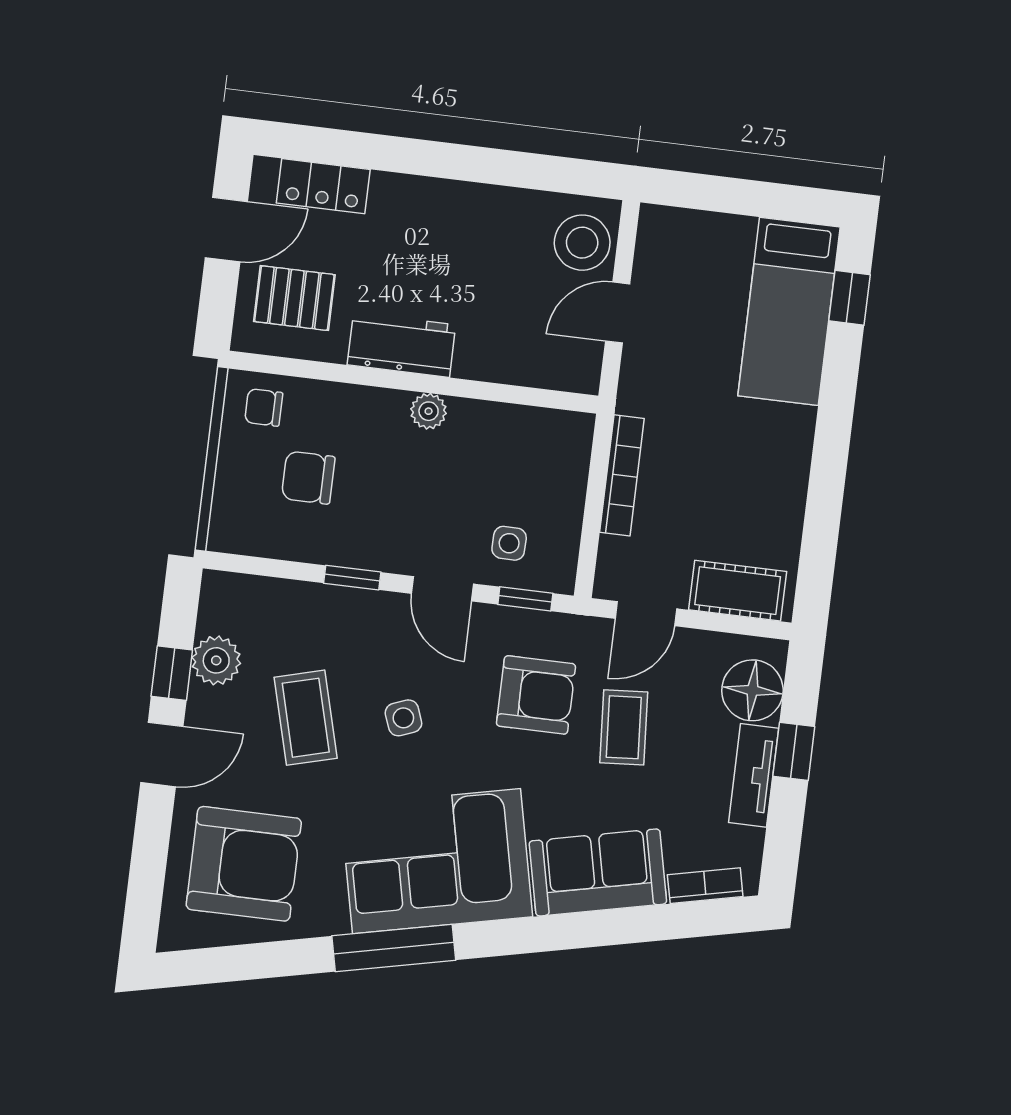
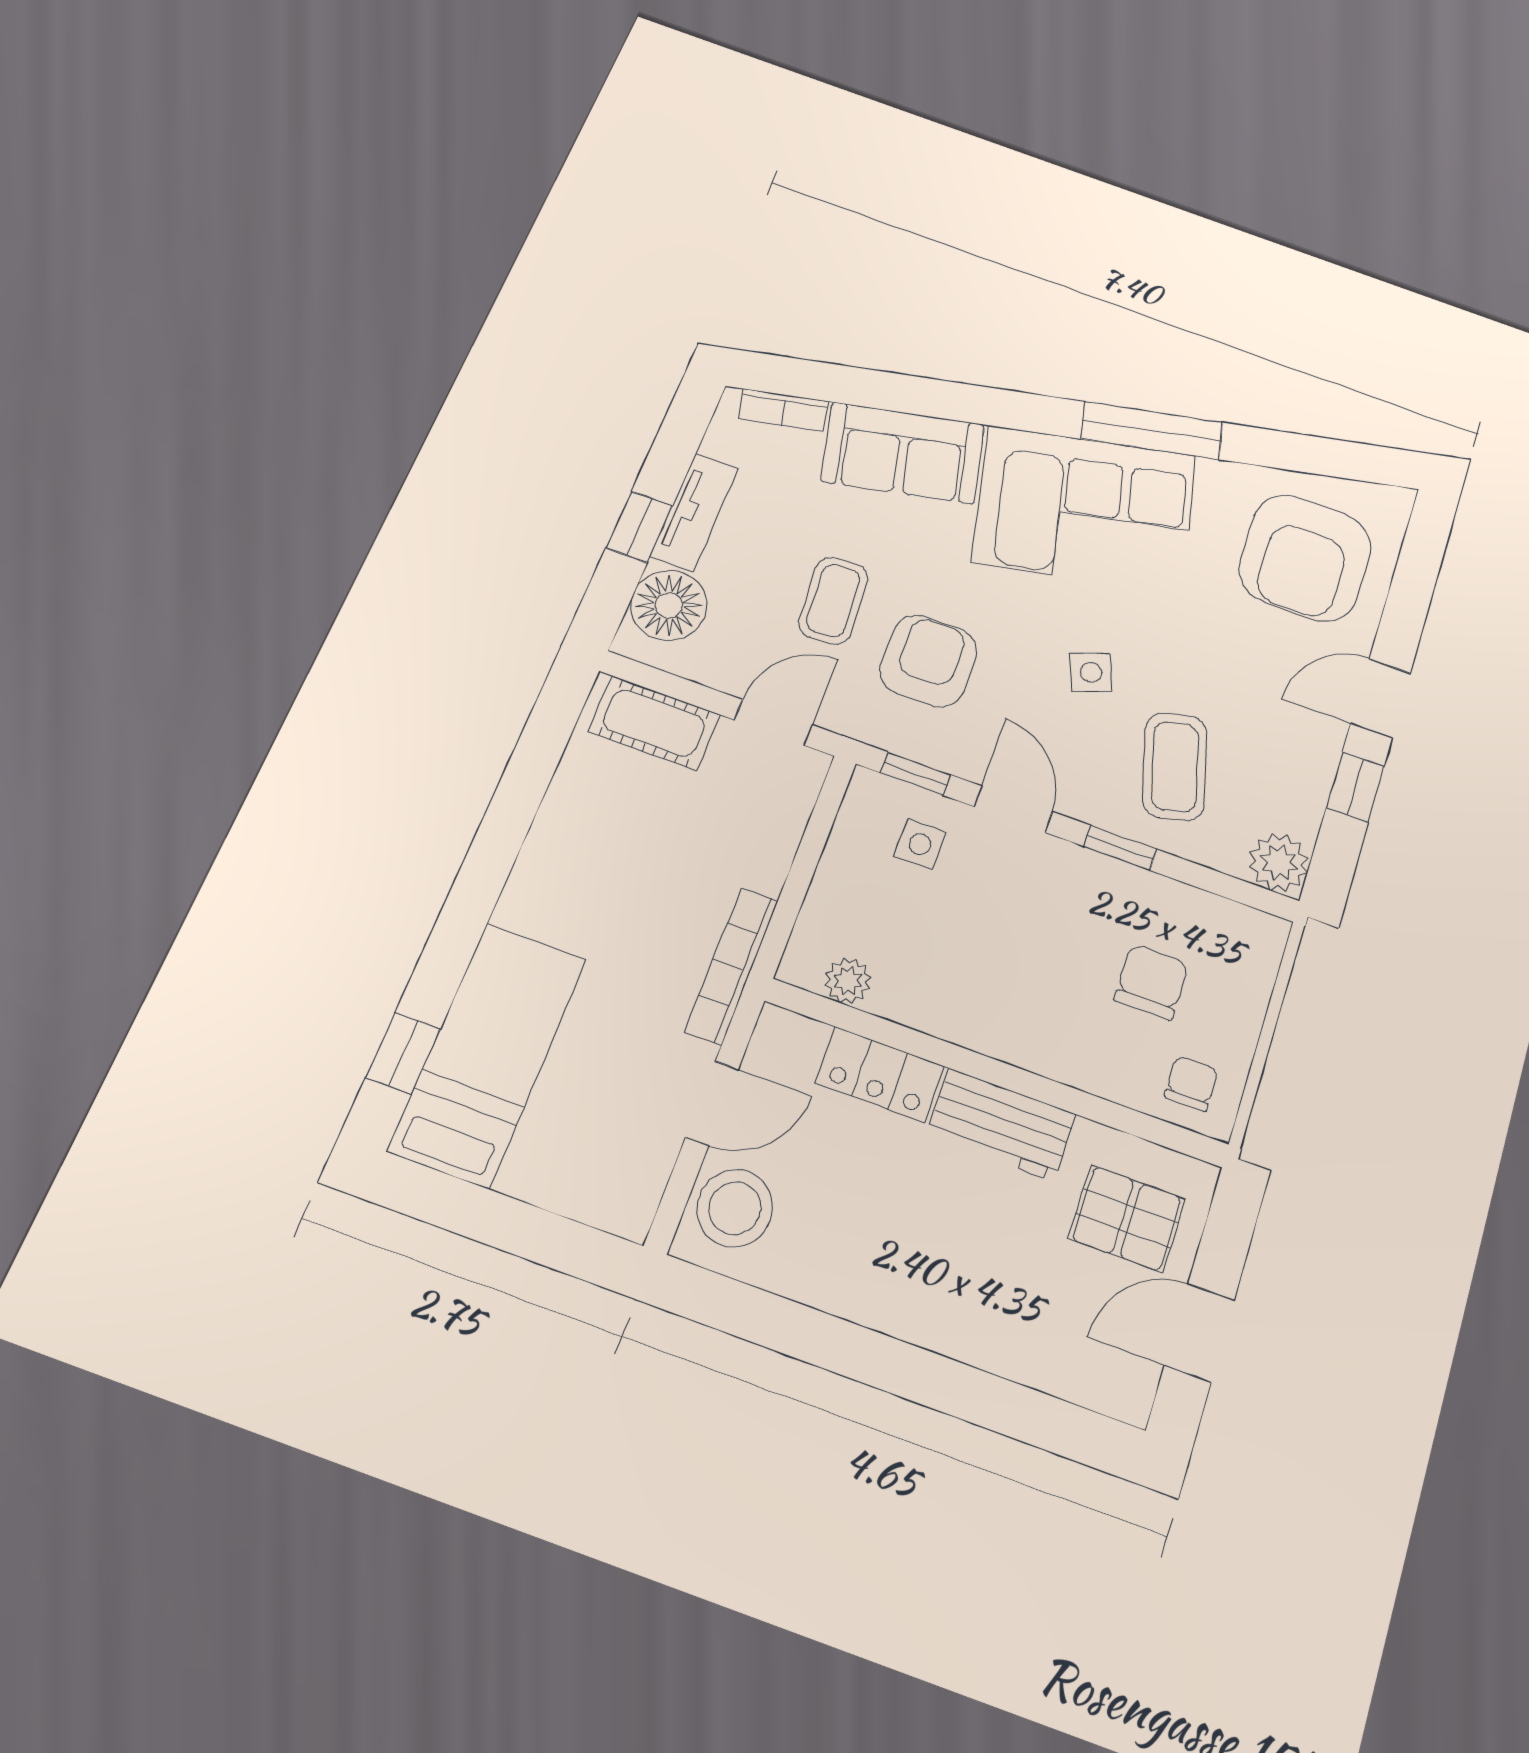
locker: (323, 186) -> (880, 1074), moved, turned 180
chair: (264, 407) -> (1191, 1083), turned -90
plant: (429, 411) -> (848, 981), moved
bookcase: (622, 475) -> (732, 966), moved
chair: (308, 478) -> (1151, 982), turned -90
plant: (216, 660) -> (1279, 863), moved
armchair: (536, 695) -> (928, 661), turned 90
coffee table: (306, 718) -> (1175, 767), moved
armchair: (244, 864) -> (1305, 558), turned -90

